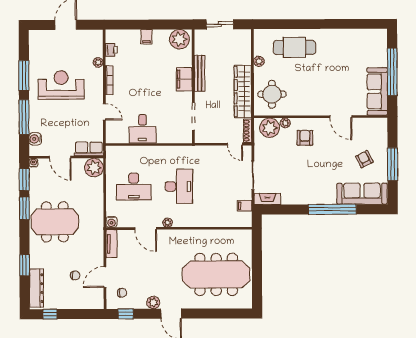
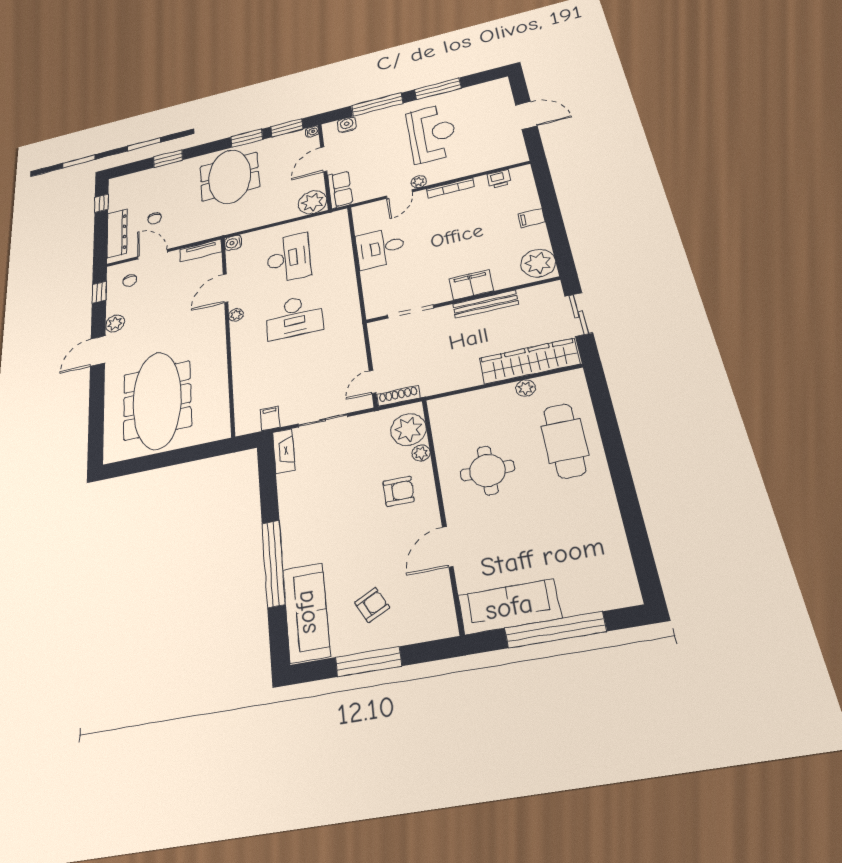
plant: (98, 62) -> (419, 182), moved
wardrobe: (243, 92) -> (529, 361), moved
round table: (272, 94) -> (488, 470), moved
desk: (134, 187) -> (289, 258), turned 180
dresser: (36, 288) -> (117, 233), moved, turned -90

